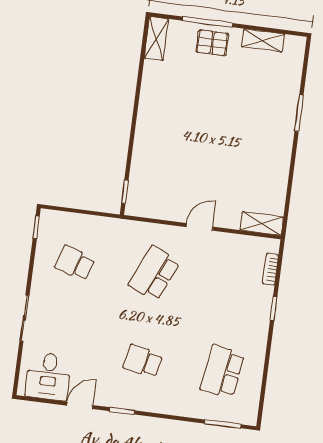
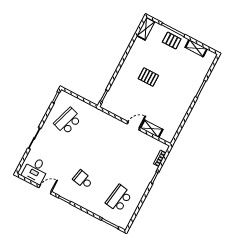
pallet: (194, 126) -> (148, 77), added
shelving: (262, 224) -> (151, 129), moved
school desk: (75, 263) -> (68, 121), width x1.85
school desk: (154, 273) -> (104, 140), removed

